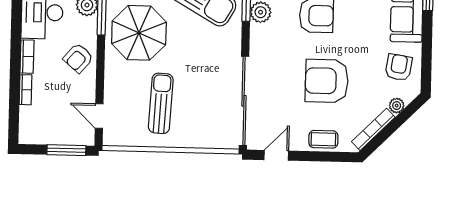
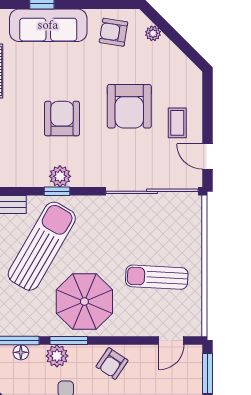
armchair: (78, 58) -> (112, 364), turned 83
bookcase: (373, 129) -> (178, 57), removed
coffee table: (323, 139) -> (177, 123), moved

